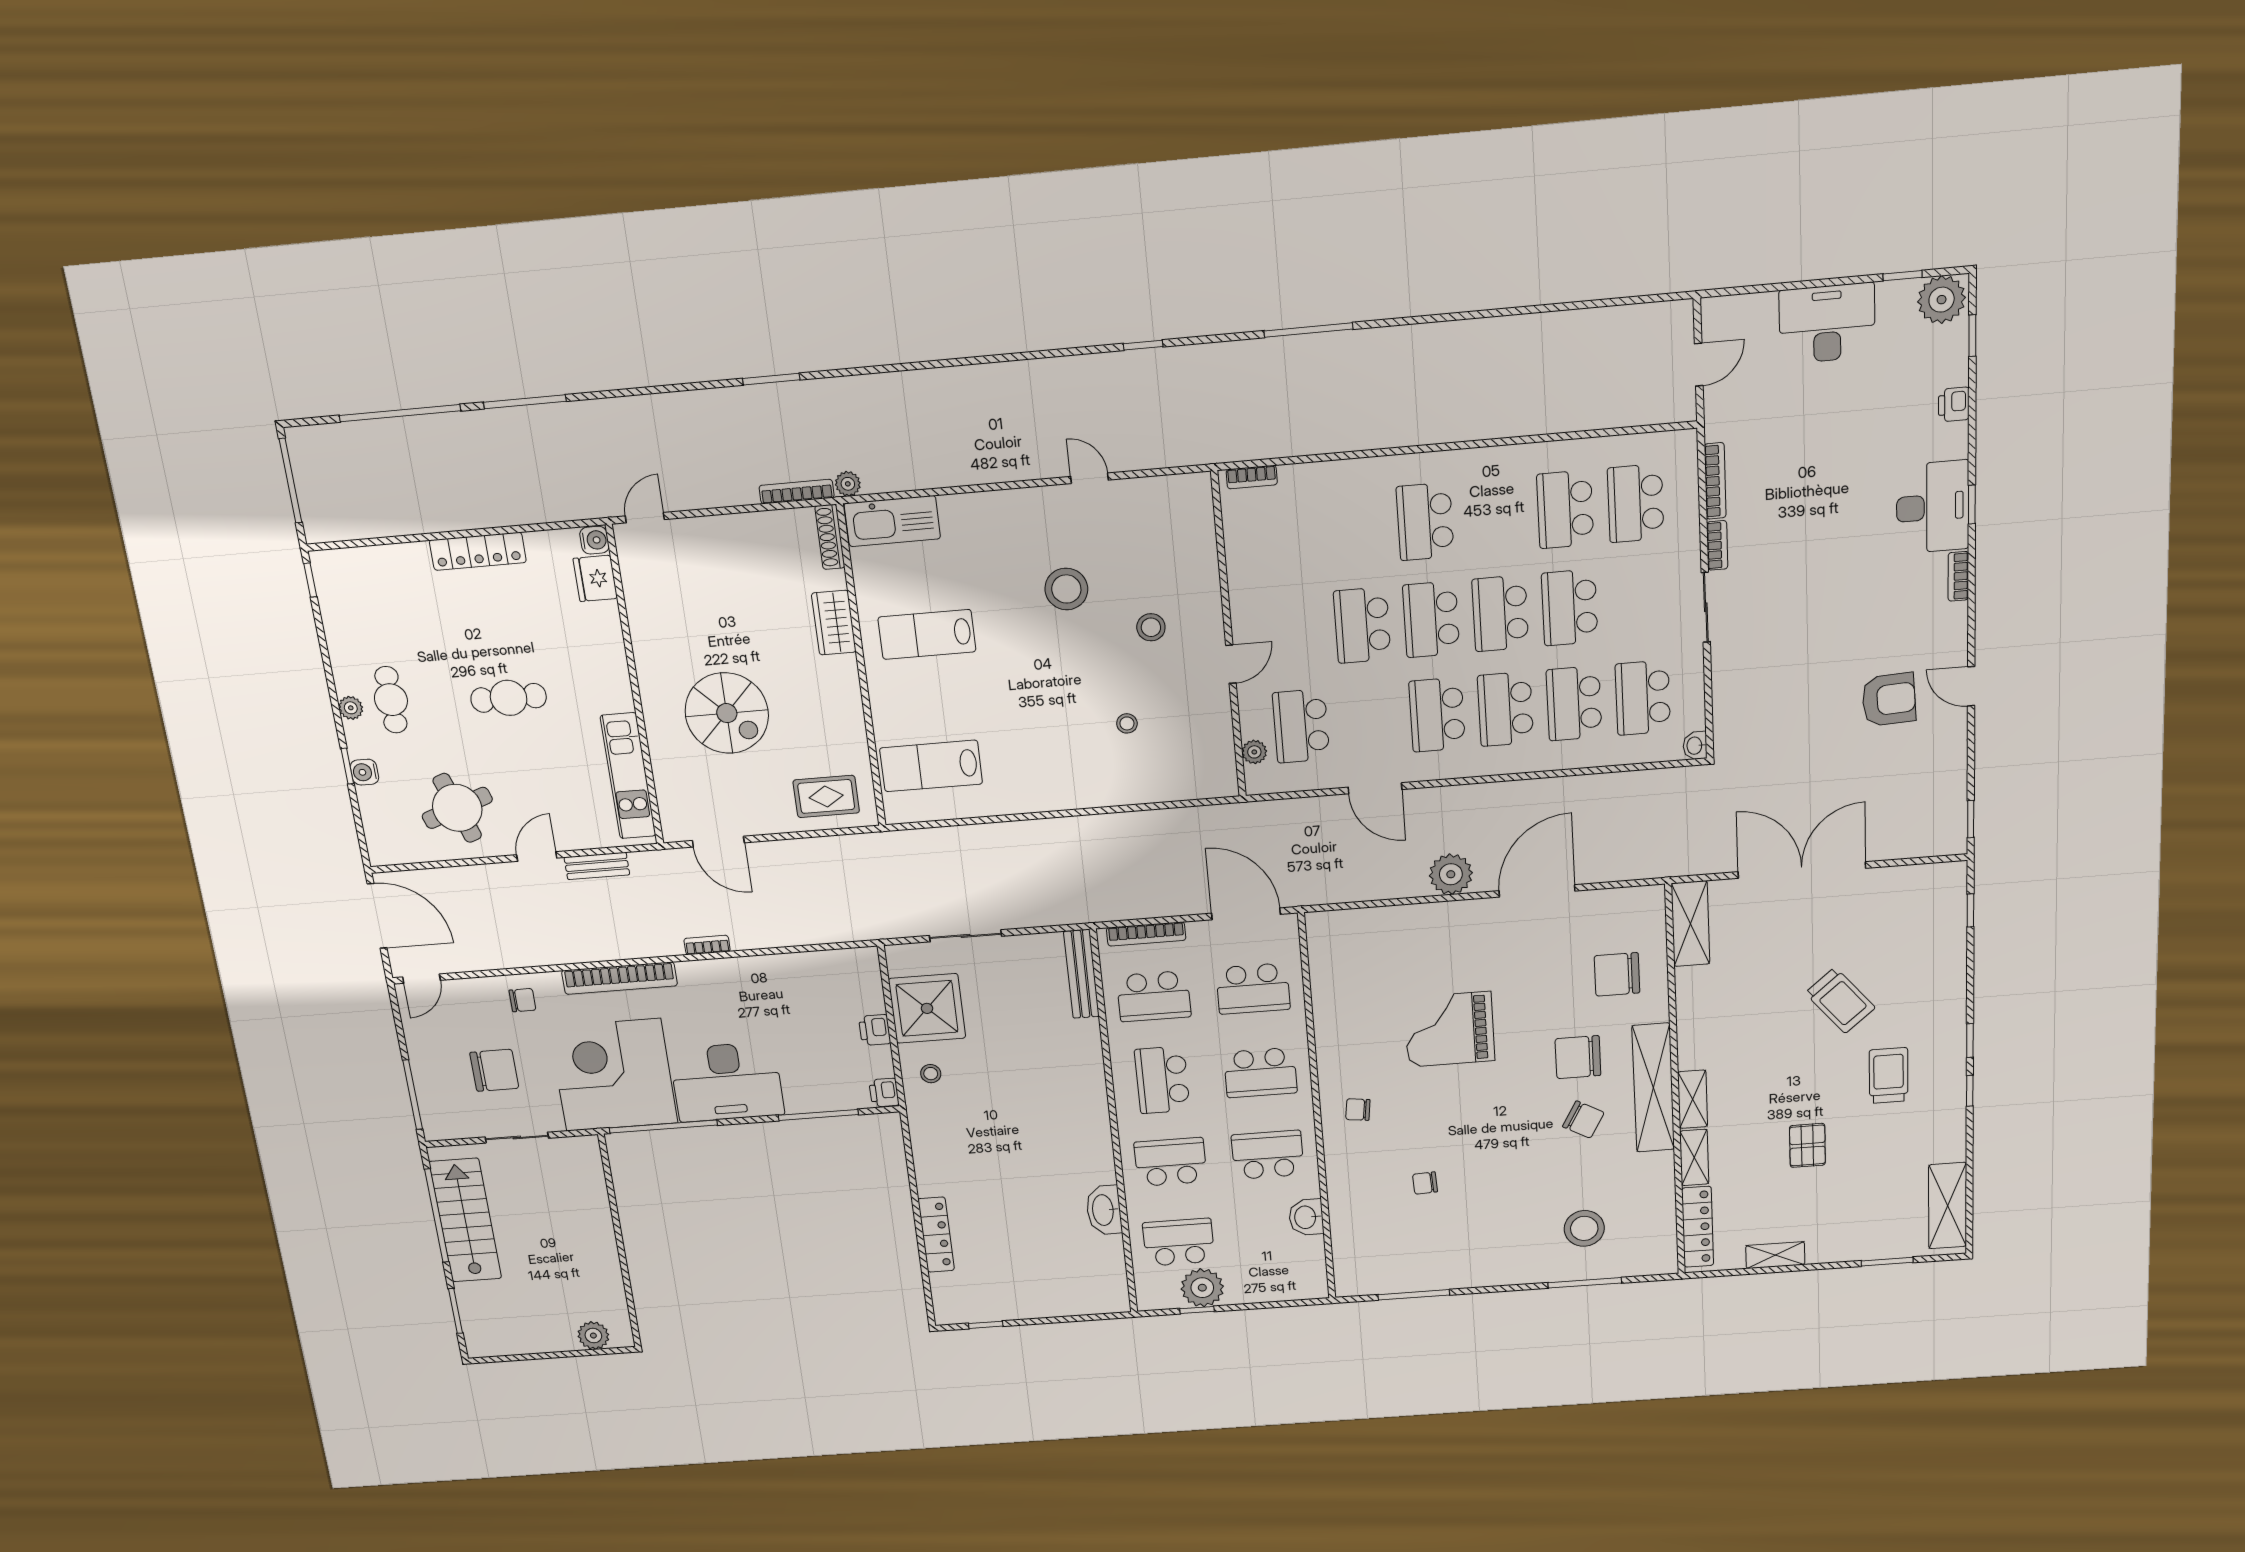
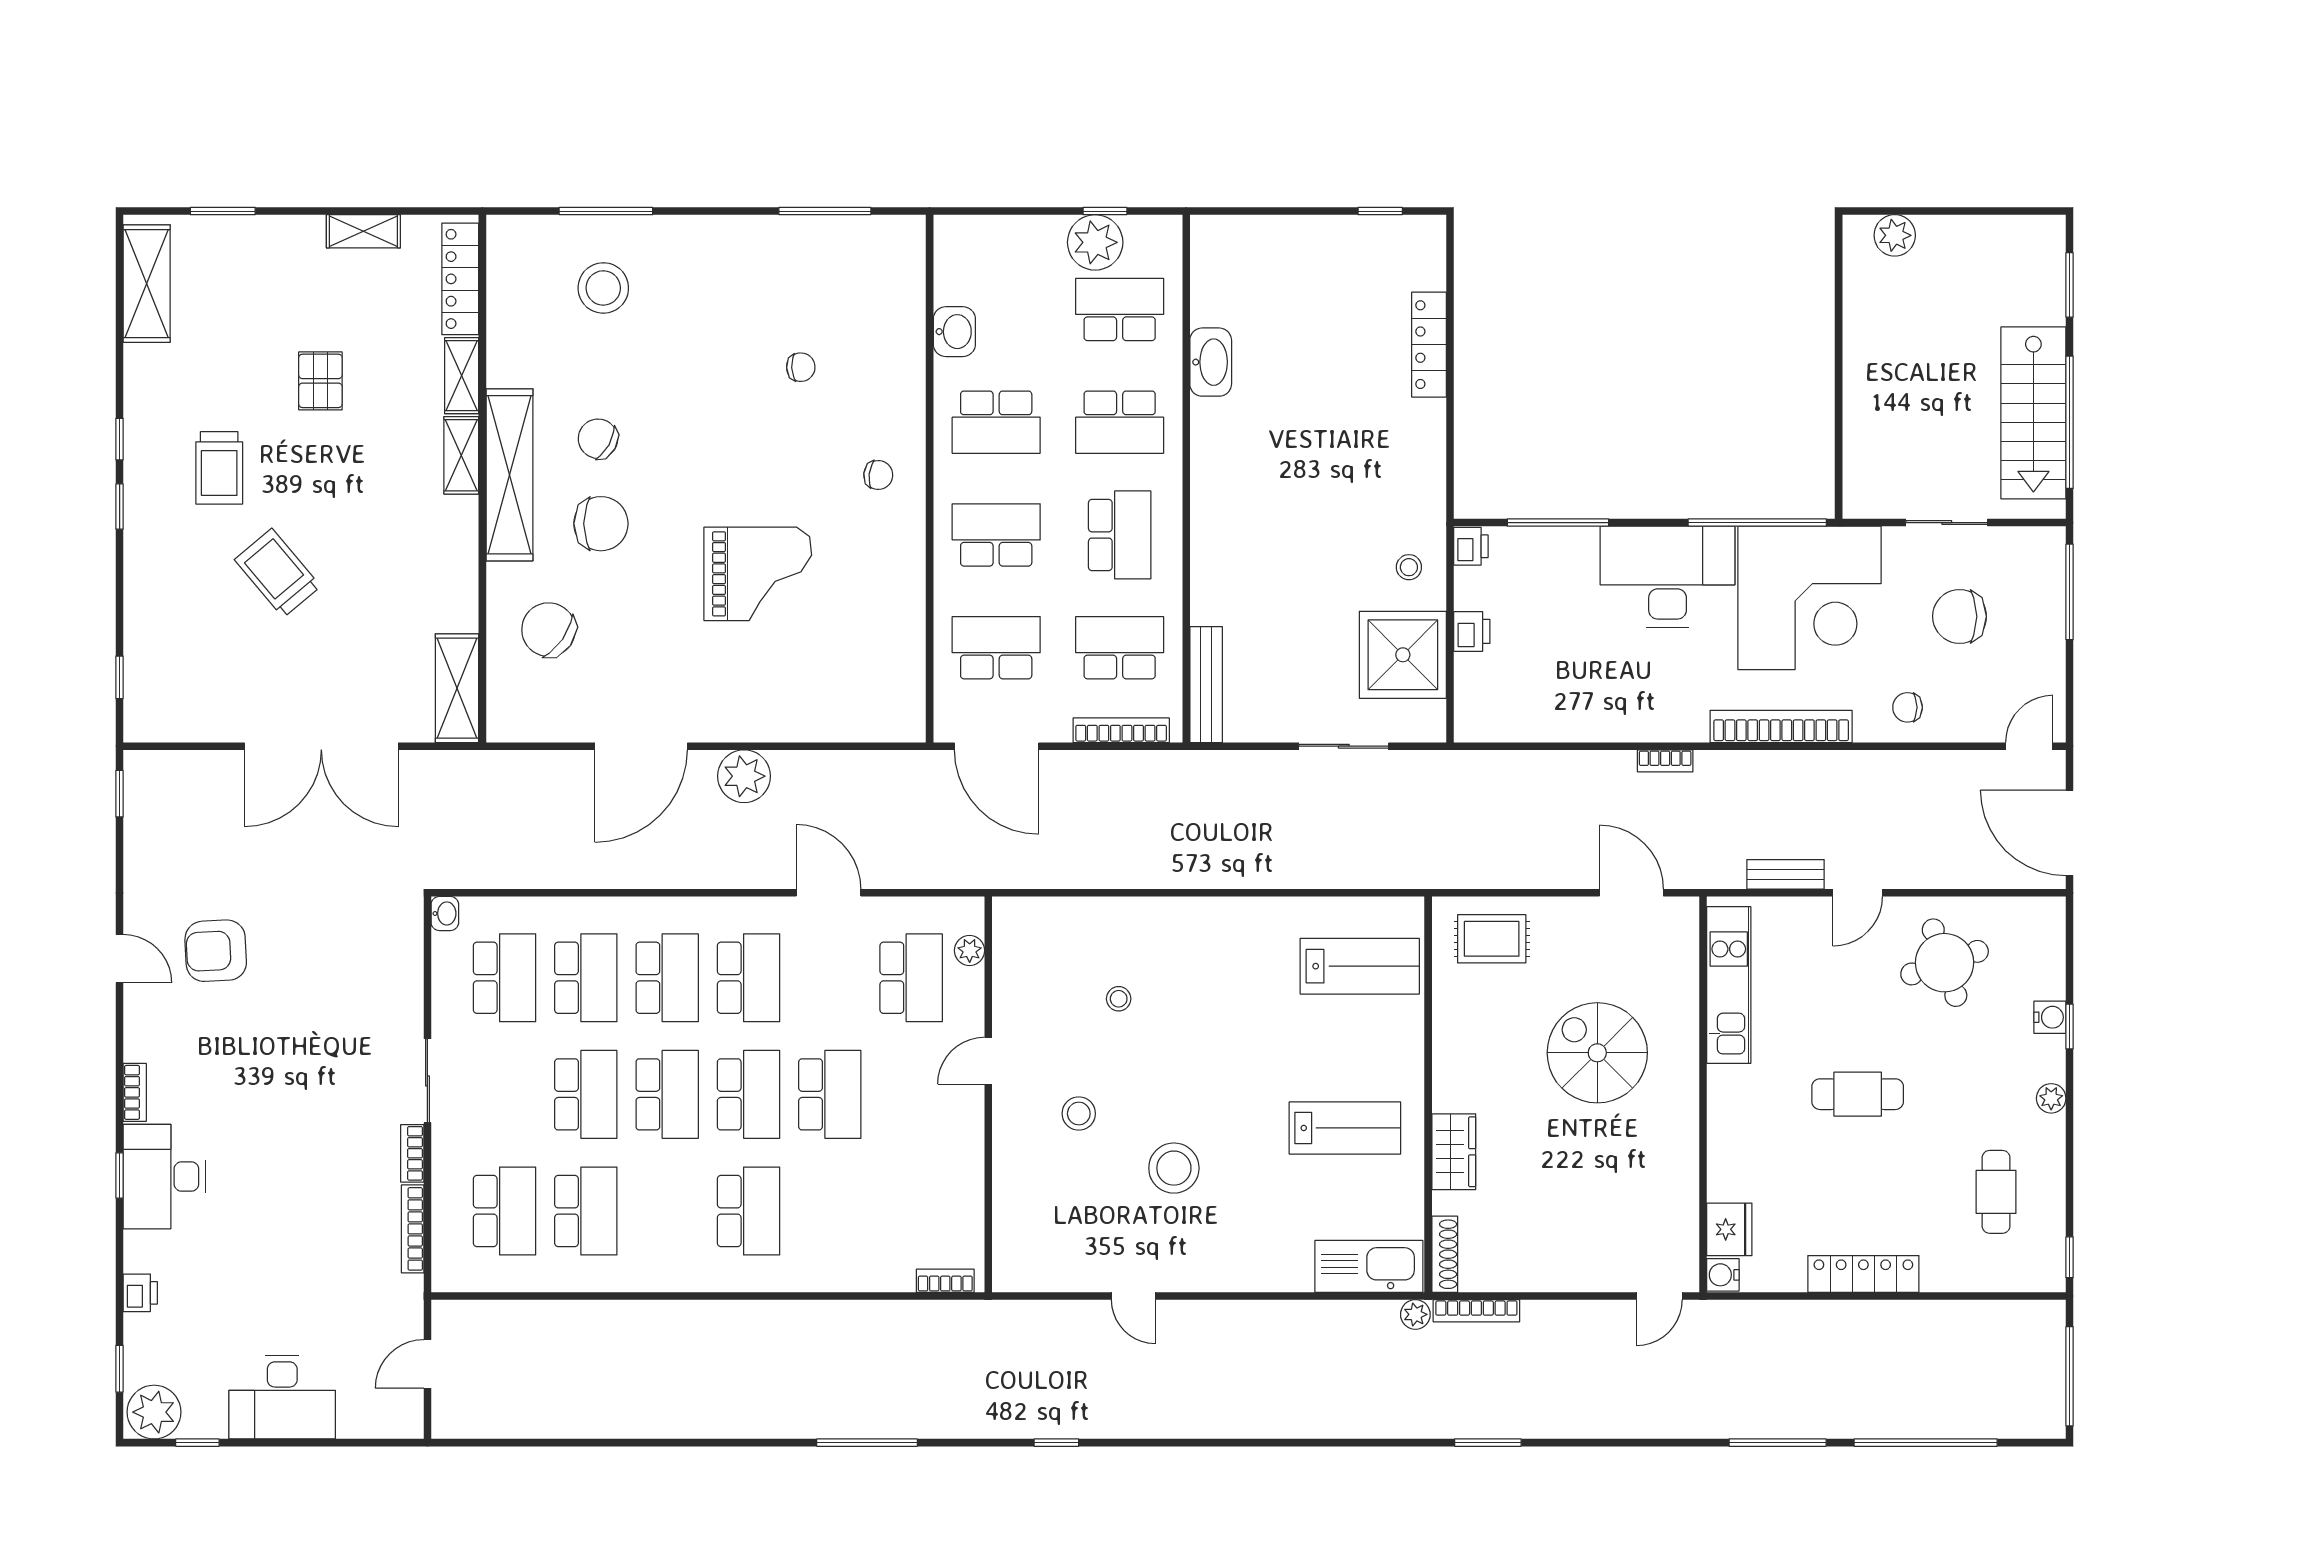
cafe table: (391, 700) -> (1996, 1192), moved
chair: (1617, 974) -> (549, 630), turned -145
school desk: (1179, 1242) -> (1120, 309), turned 180

